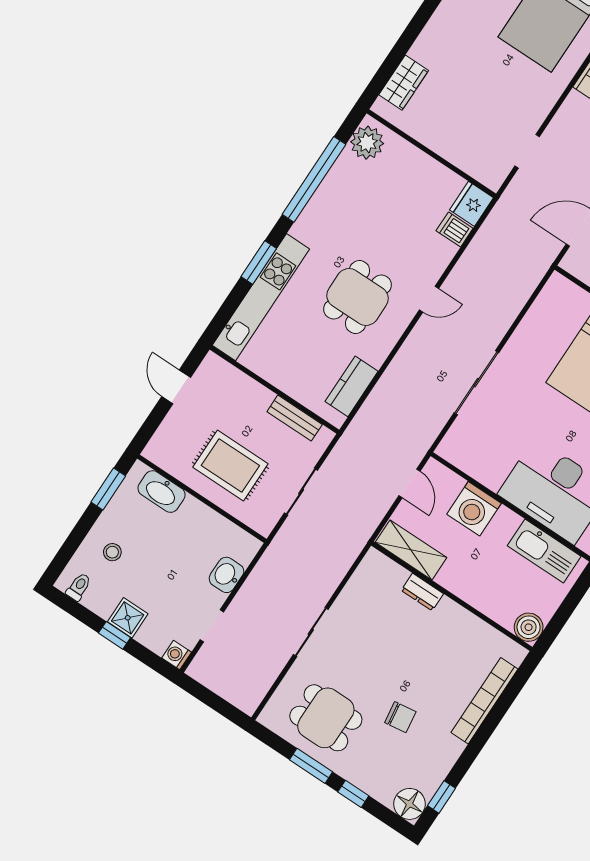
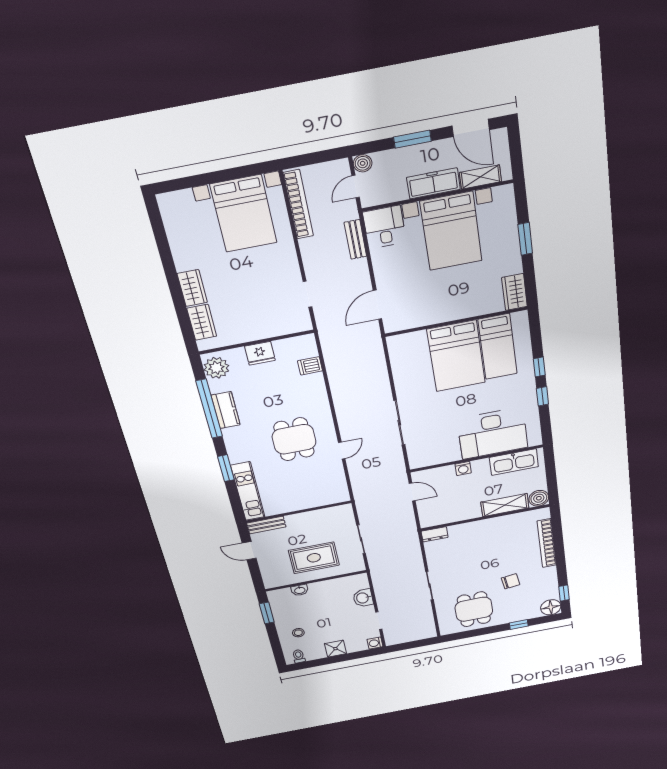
wardrobe: (431, 41) -> (192, 288), added
fridge: (471, 204) -> (260, 353), moved, turned -90
kitchen unit: (261, 297) -> (248, 491), width x0.73
door: (429, 299) -> (342, 451), moved
kitchen counter: (352, 386) -> (226, 410), moved, turned 180
bench: (295, 418) -> (266, 525), moved
washbasin: (162, 492) -> (300, 590), width x0.52, depth x0.69
washing machine: (474, 509) -> (463, 468), width x0.53, depth x0.53
shelving: (411, 550) -> (505, 505), moved
dresser: (422, 592) -> (435, 534), moved
window: (115, 635) -> (337, 659), removed
dining table: (326, 718) -> (474, 609), turned 90
window: (311, 766) -> (487, 631), removed

